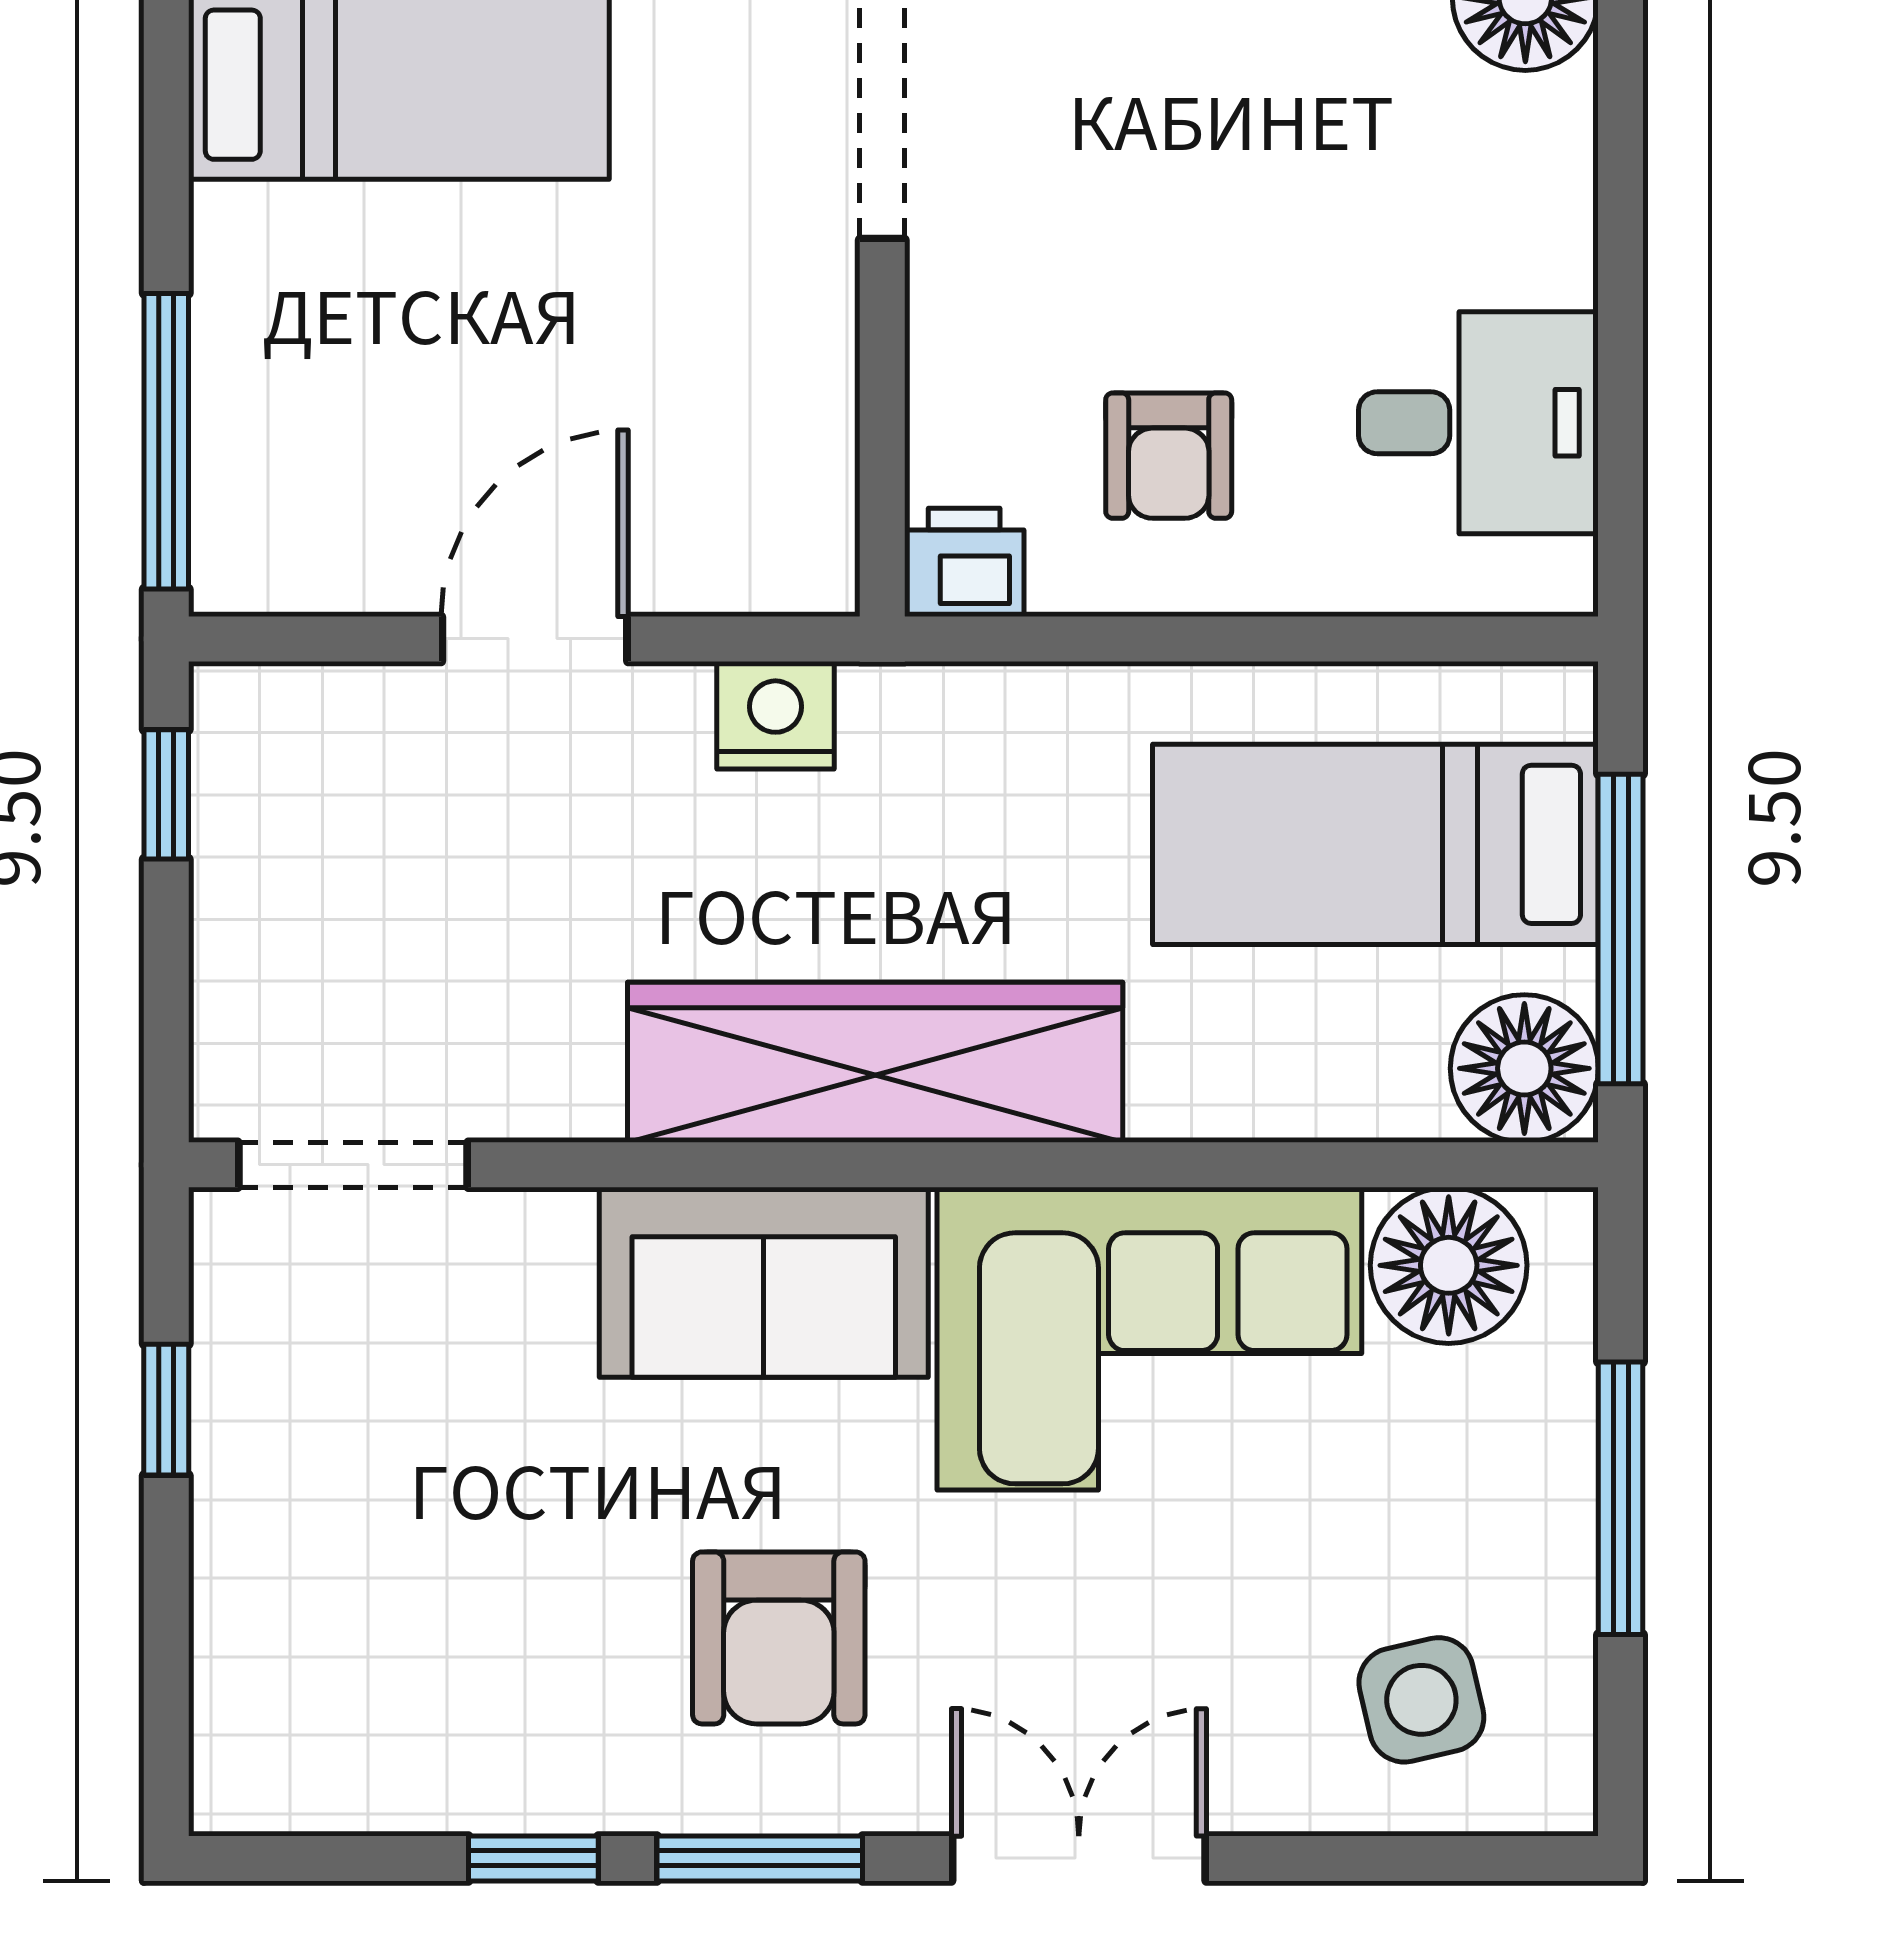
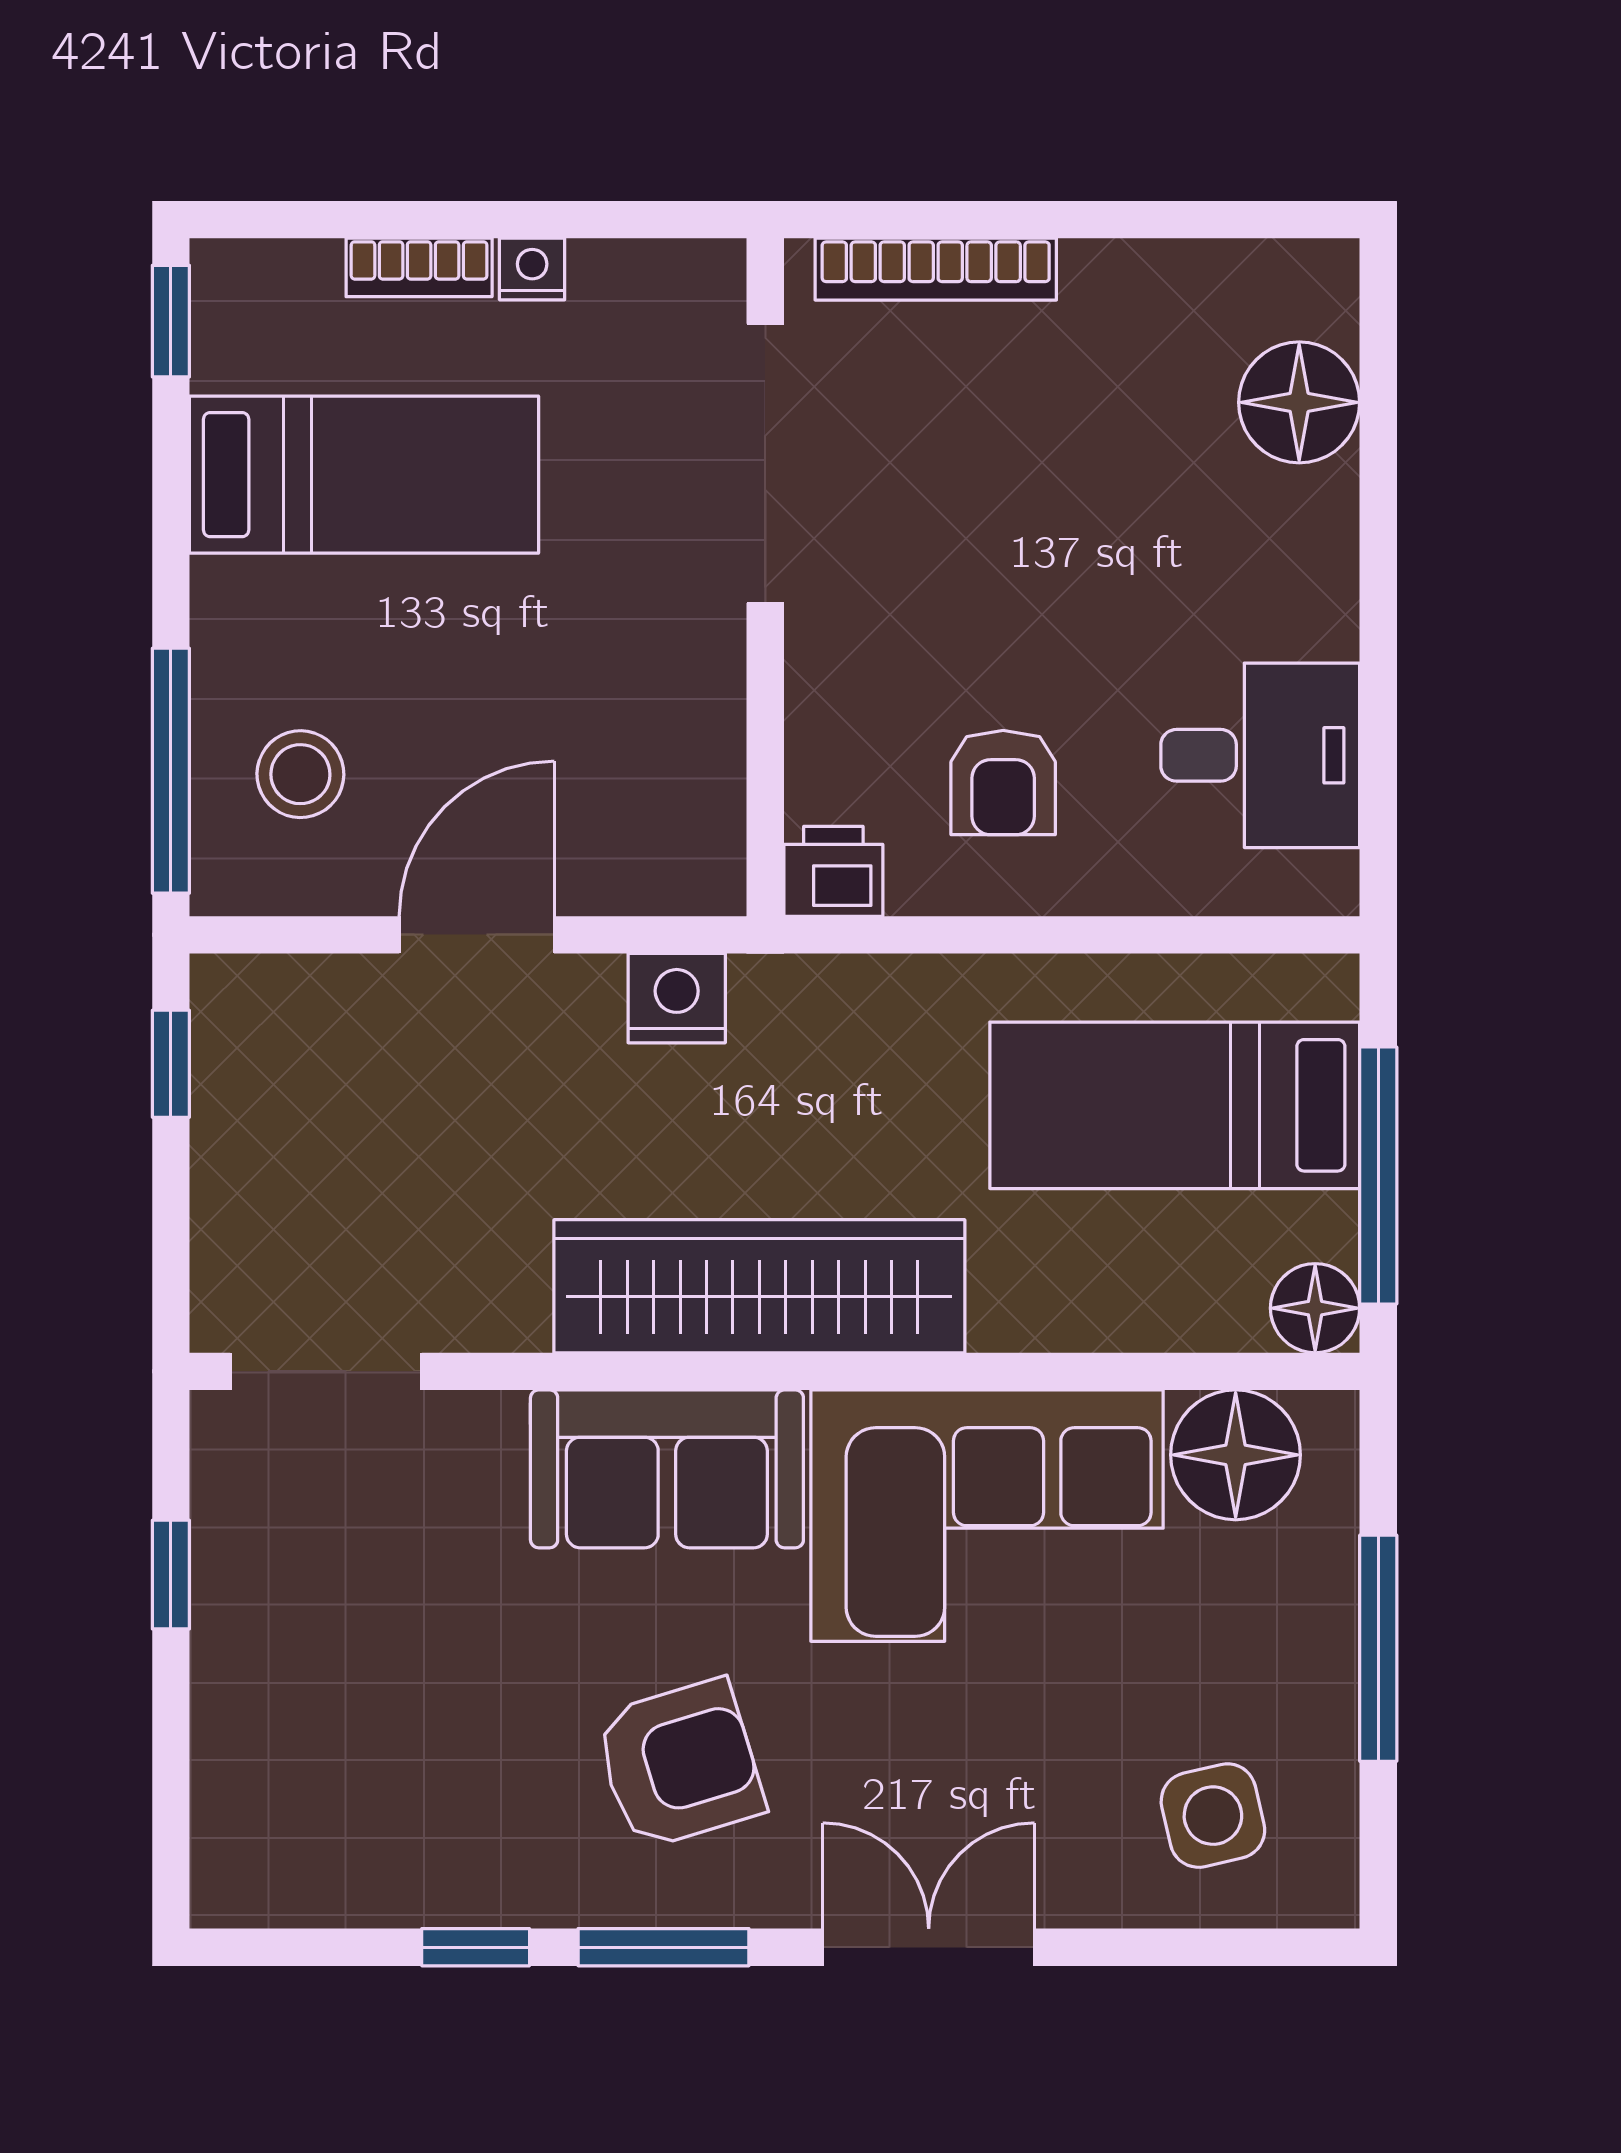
stool: (322, 445) -> (300, 774), added
floor lamp: (1524, 1068) -> (1315, 1308), width x0.73, depth x0.73
armchair: (779, 1638) -> (679, 1764), turned -107

